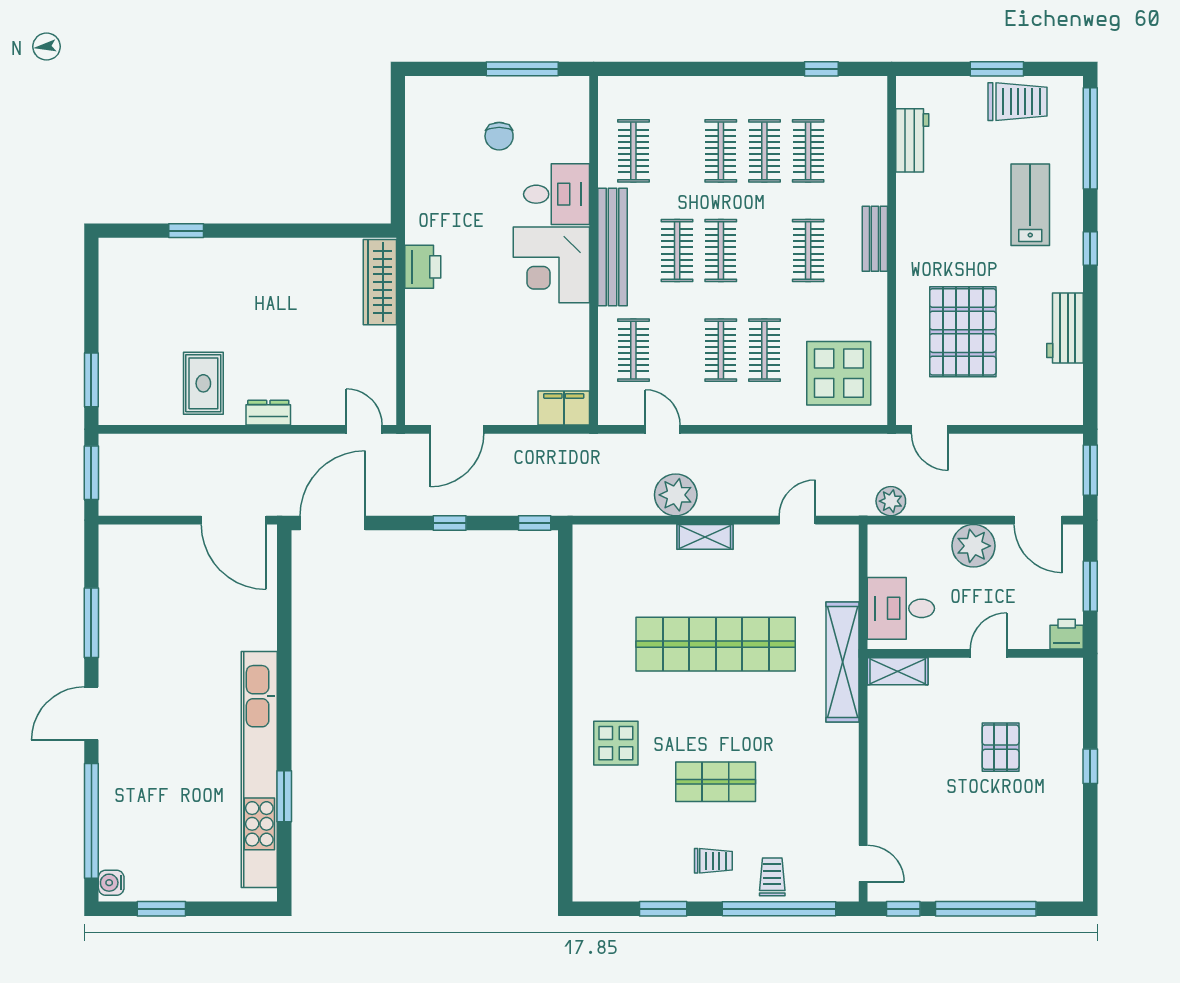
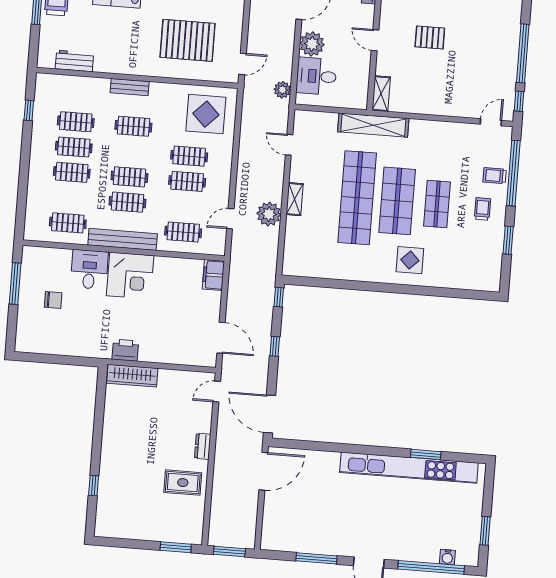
desk: (901, 608) -> (316, 76), moved, turned 90
shop shelf: (716, 713) -> (397, 201), added
water cooler: (111, 883) -> (447, 557), moved

